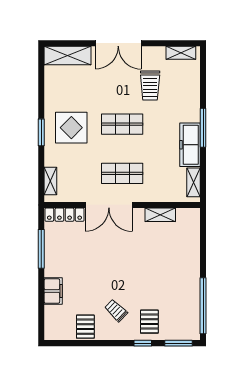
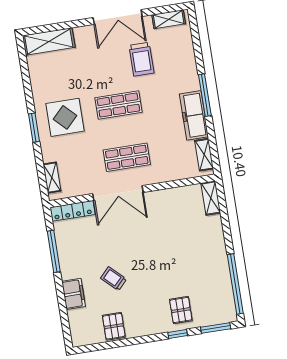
double door: (118, 43) -> (118, 17), moved
shelving: (160, 215) -> (211, 198), moved, turned 90
trolley: (116, 310) -> (114, 279), moved

